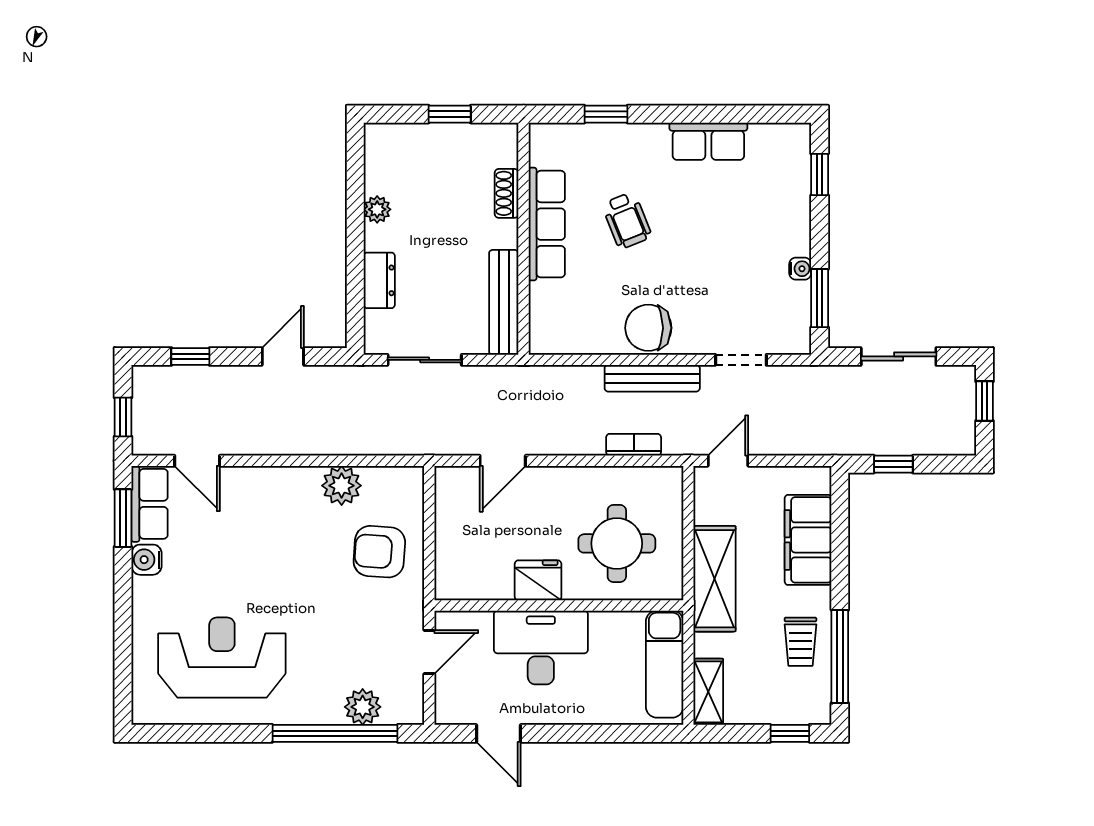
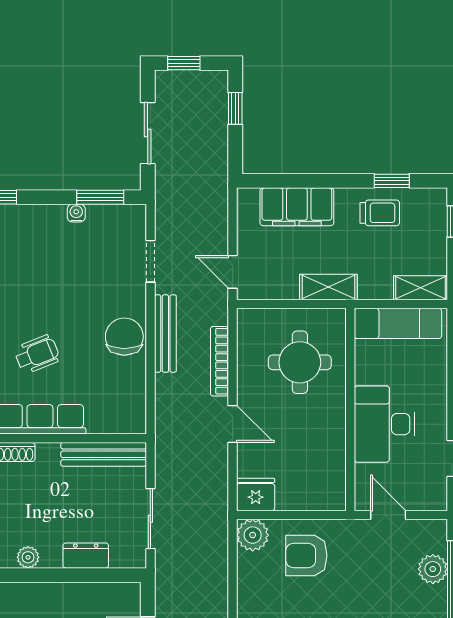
chair: (648, 328) -> (124, 337), turned 180
bookcase: (634, 445) -> (219, 361), width x1.56
door: (503, 461) -> (233, 424), moved
window: (893, 464) -> (235, 108), moved
plant: (342, 486) -> (253, 535), moved
armchair: (379, 552) -> (306, 555), turned 86
shelving: (715, 579) -> (328, 287), width x0.67, depth x0.75
fridge: (538, 580) -> (256, 494), moved, turned 90
window: (840, 656) -> (392, 181), width x0.46

